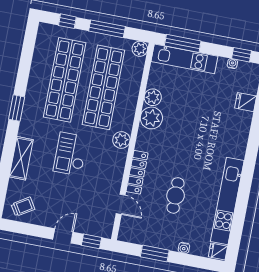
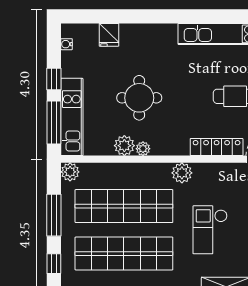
window: (242, 55) -> (54, 79), moved
water cooler: (232, 64) -> (67, 44), moved
round table: (189, 117) -> (139, 98), added
plant: (151, 118) -> (143, 149), width x0.53, depth x0.53
checkout: (70, 154) -> (210, 230), turned 90

